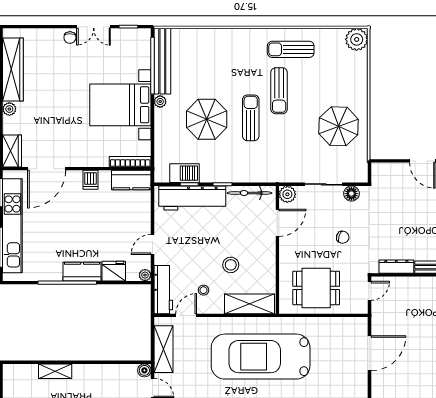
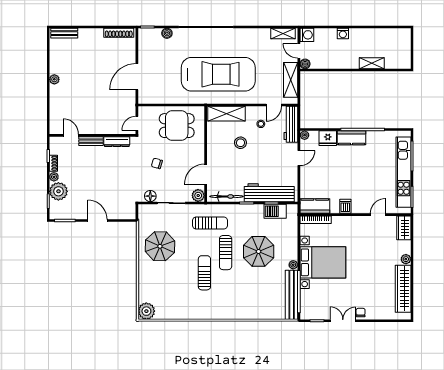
sun lounger: (291, 49) -> (210, 223), moved
door: (47, 169) -> (378, 215), width x0.53

